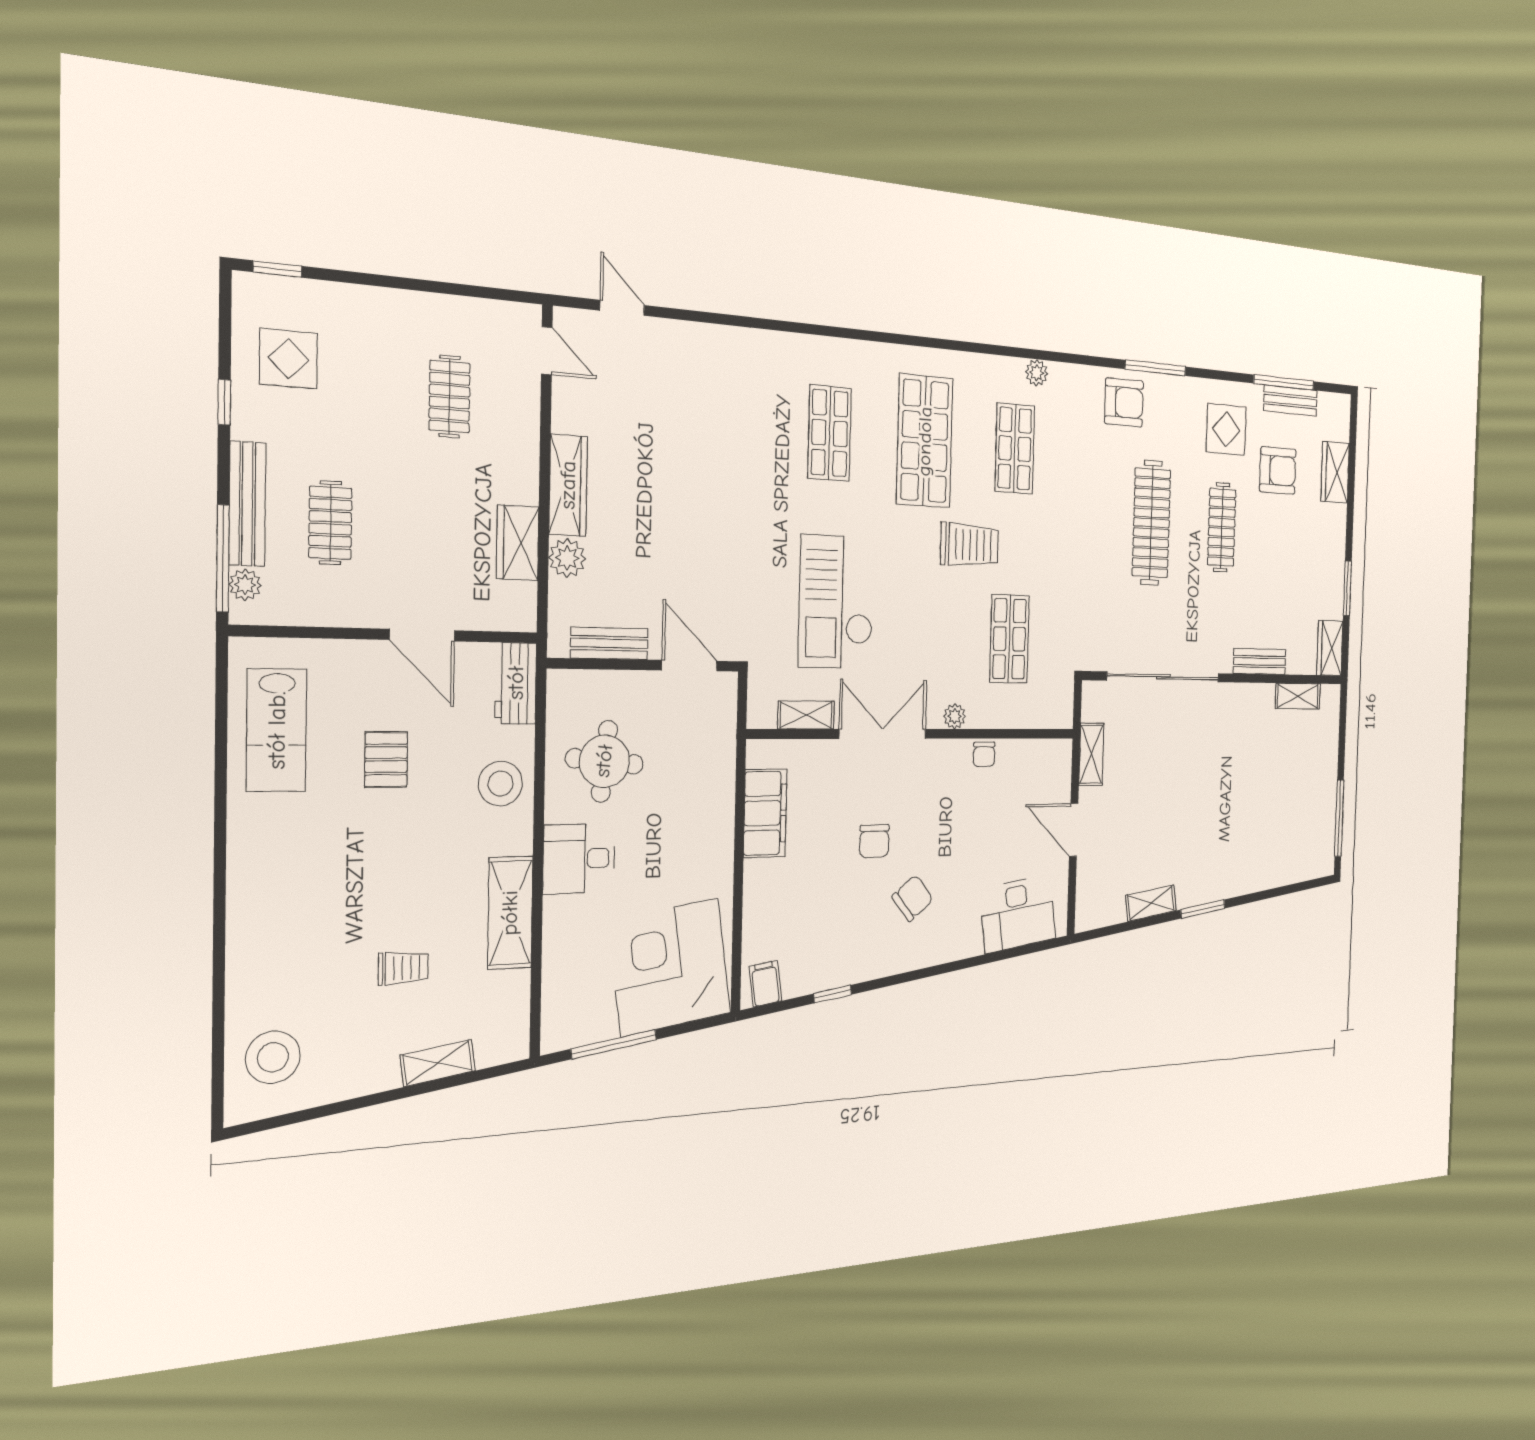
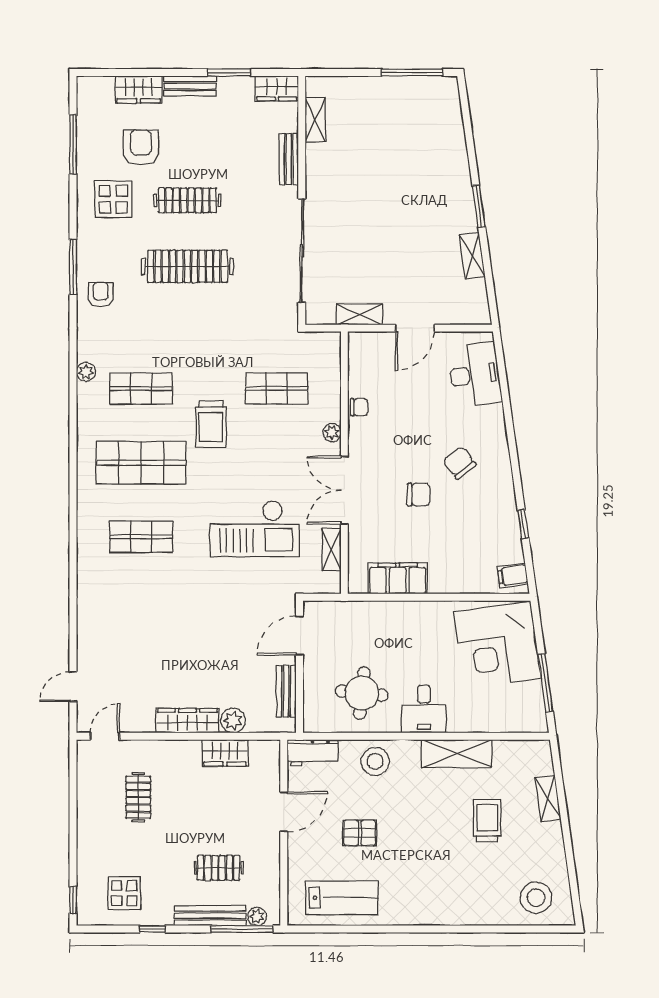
clothes rail: (450, 397) -> (138, 797), turned 90
bench: (1290, 401) -> (190, 86), moved, turned 90
armchair: (1124, 402) -> (101, 295), width x0.72, depth x0.72
trolley: (970, 545) -> (211, 424), turned 180
trolley: (403, 968) -> (487, 821), width x1.36, depth x1.39

